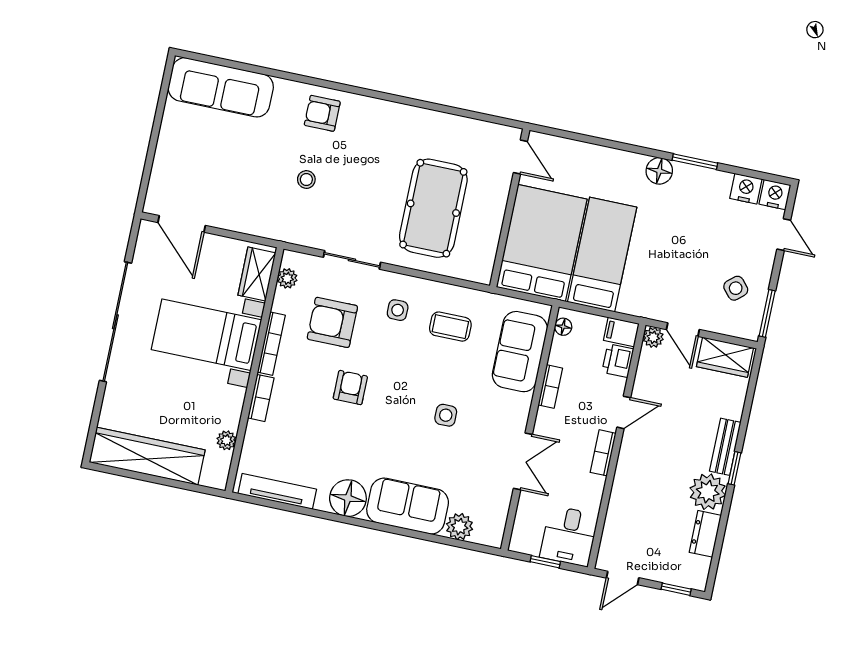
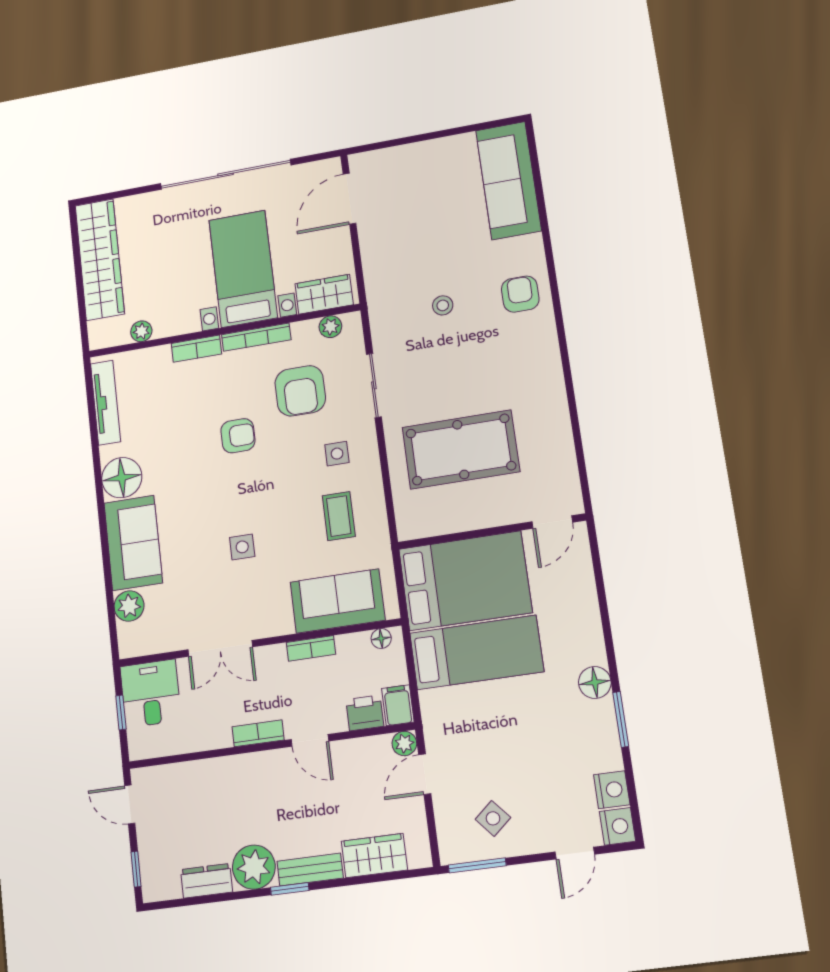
armchair: (332, 322) -> (300, 391), turned 180
wardrobe: (725, 357) -> (374, 856), moved, turned 90
desk: (569, 536) -> (151, 693), moved, turned 90

